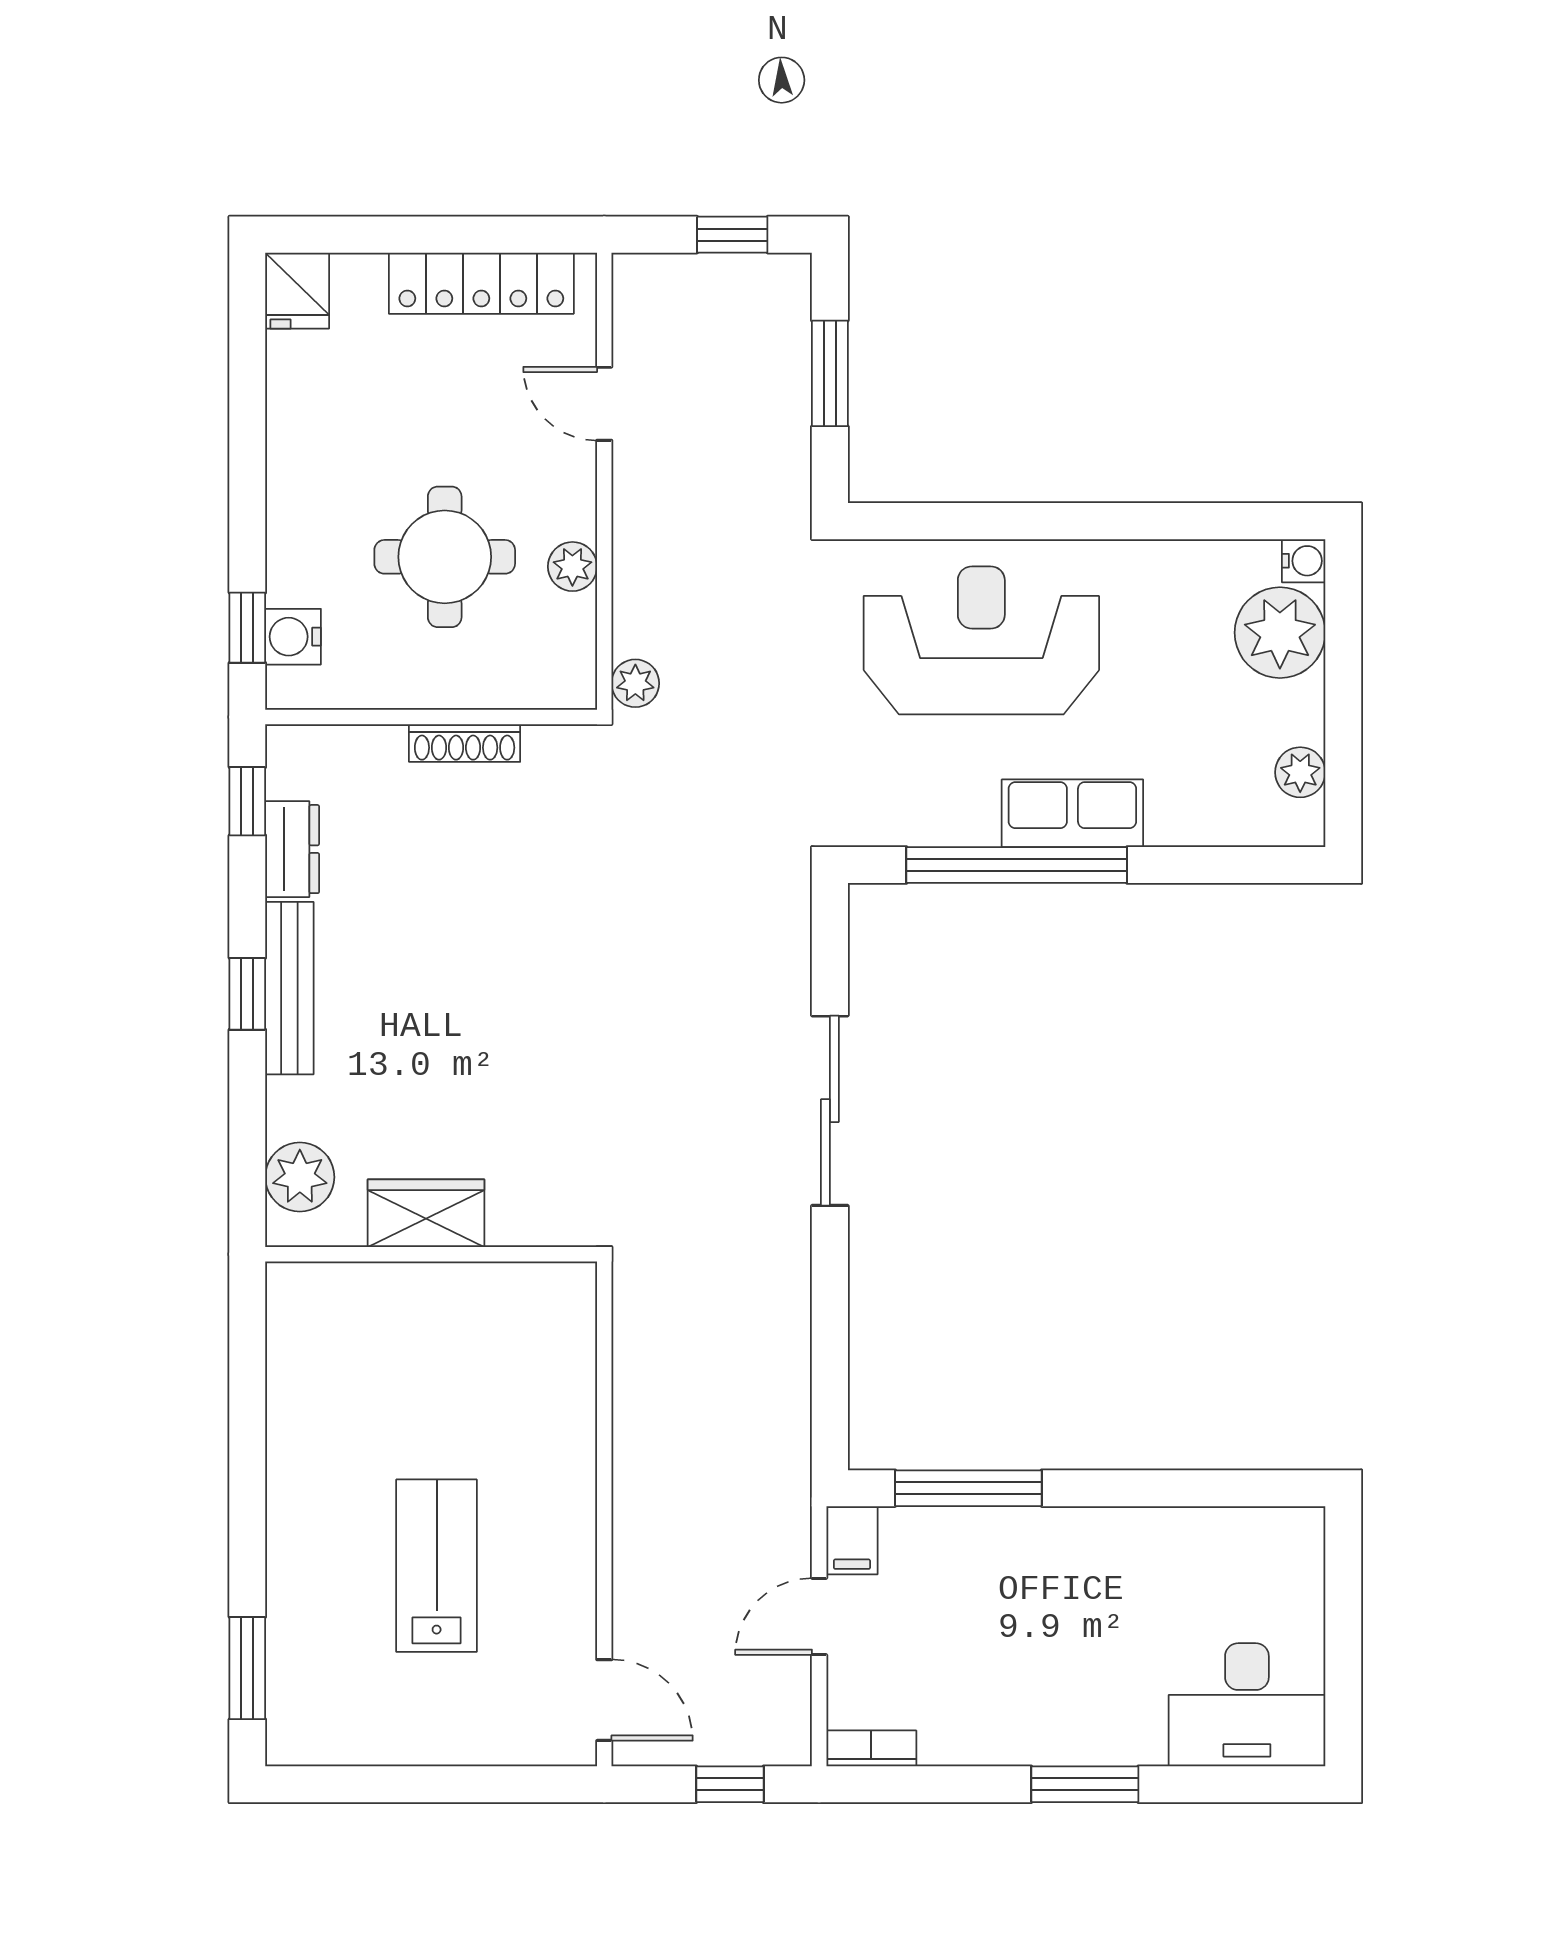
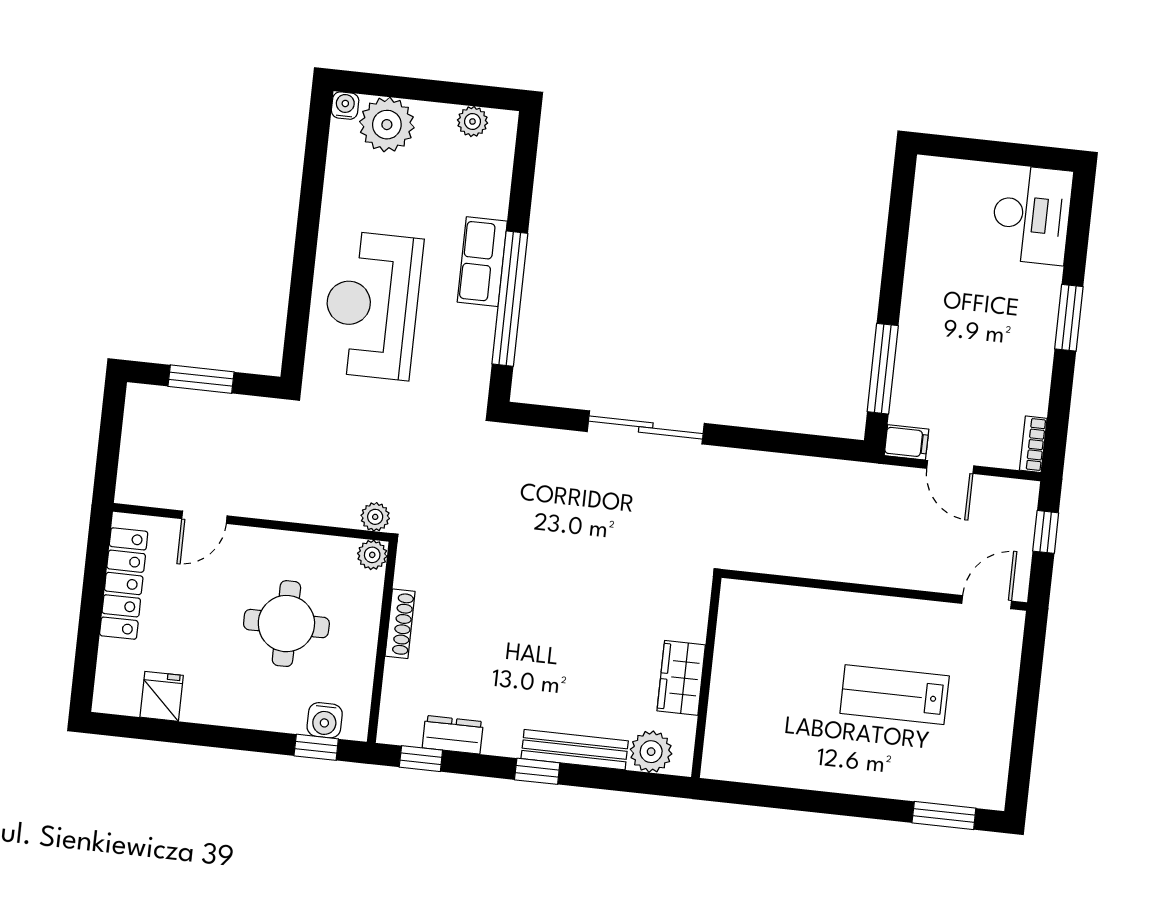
window: (732, 235) -> (111, 429), removed
fridge: (297, 291) -> (162, 696), moved, turned -90
plant: (572, 567) -> (372, 555), moved
bench: (289, 988) -> (575, 750), moved

